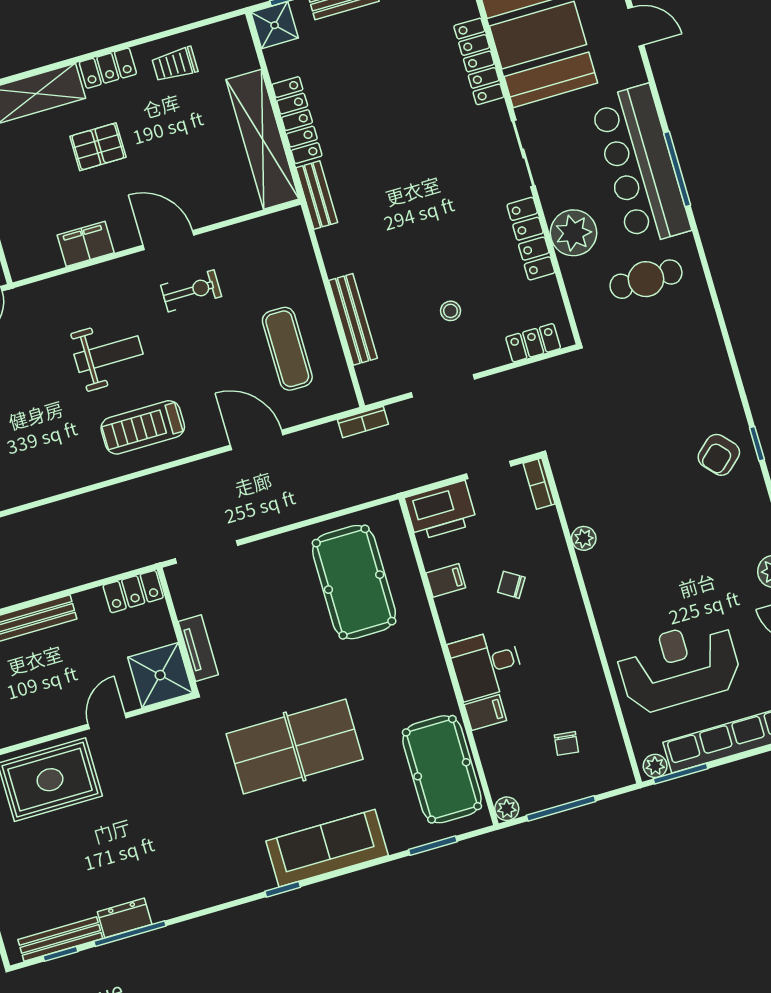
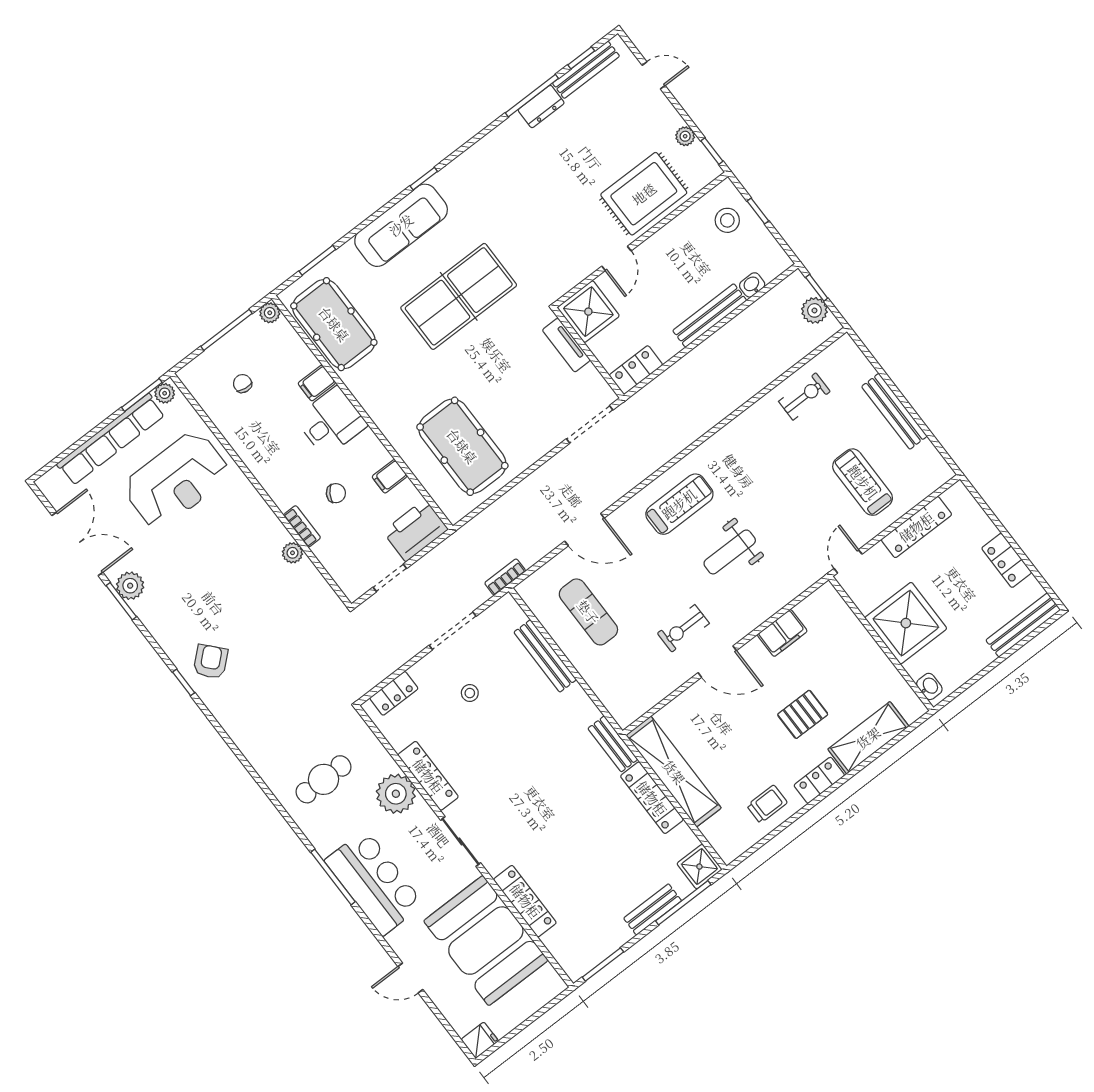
bar counter: (640, 165) -> (374, 882), width x0.73
bookcase: (539, 484) -> (302, 526), moved

